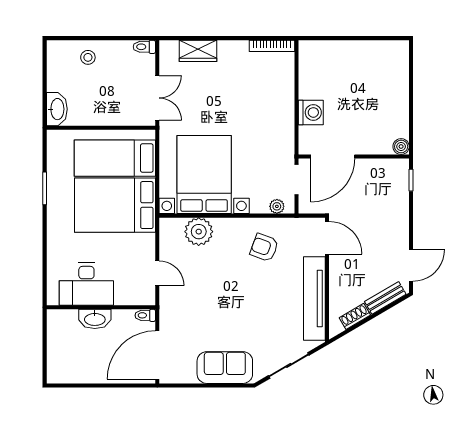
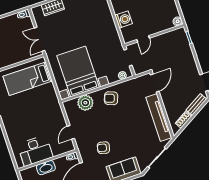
double door: (157, 98) -> (39, 39), swing flipped
door: (333, 156) -> (143, 39), width x0.53
bed: (115, 205) -> (36, 104), removed
door: (327, 238) -> (155, 83), hinge flipped
armchair: (264, 248) -> (111, 98), moved
door: (157, 273) -> (71, 132), swing flipped
armchair: (204, 318) -> (103, 148), added

